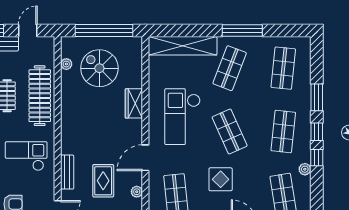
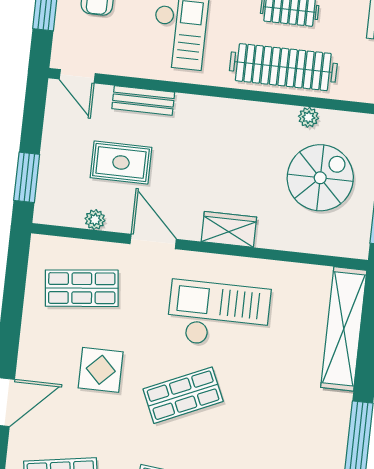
plant: (66, 64) -> (309, 117), moved
shop shelf: (230, 68) -> (295, 408), removed
wardrobe: (134, 103) -> (229, 229), moved

